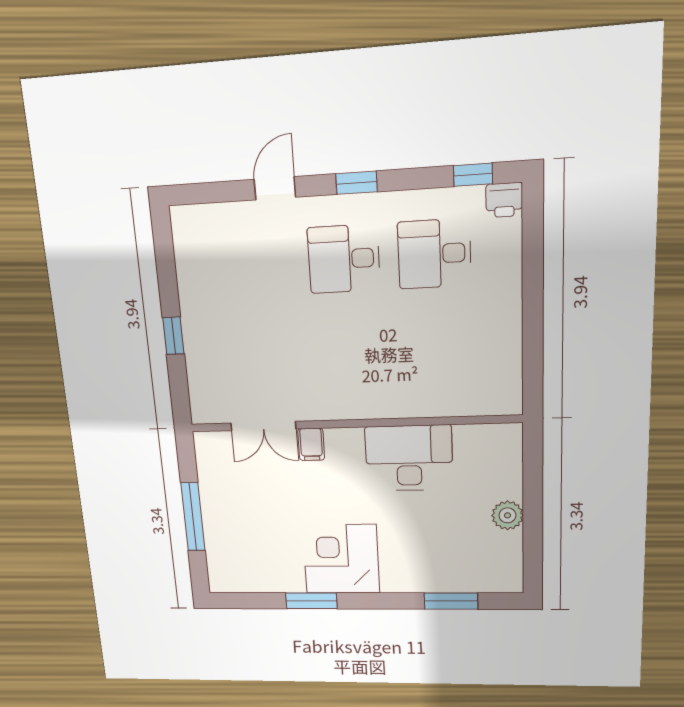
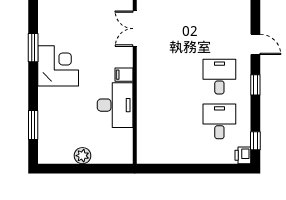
filing cabinet: (311, 444) -> (124, 75), moved

